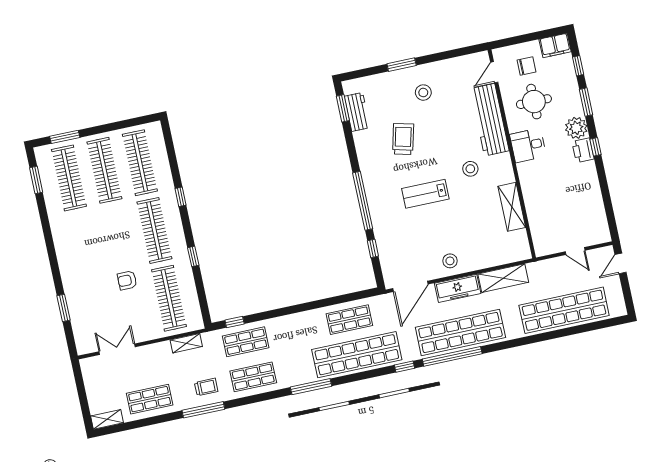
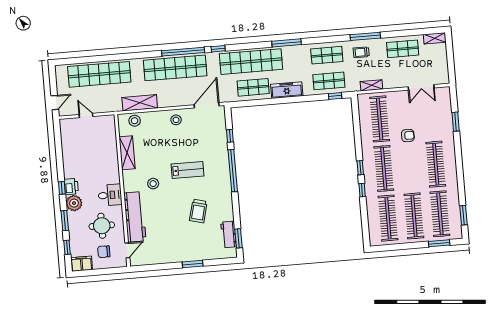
stool: (423, 93) -> (135, 121), moved
clothes rail: (83, 246) -> (436, 164), added
window: (193, 256) -> (360, 168), moved
freezer: (458, 288) -> (287, 90), moved

